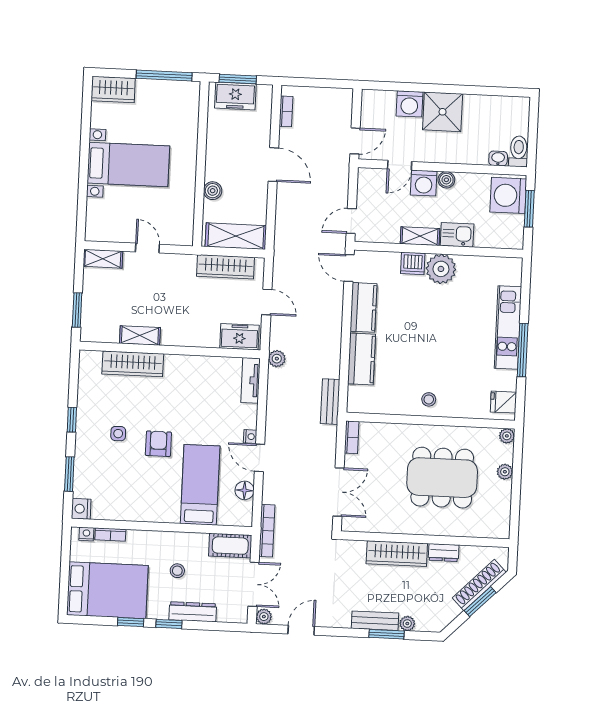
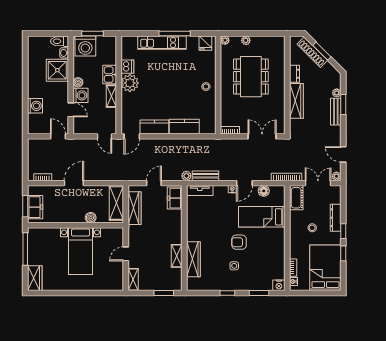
shower: (443, 112) -> (57, 70), moved
bed with nightstands: (128, 165) -> (81, 251), moved, turned 180
dishwasher: (413, 263) -> (127, 67), moved
bench: (330, 402) -> (205, 176), moved

